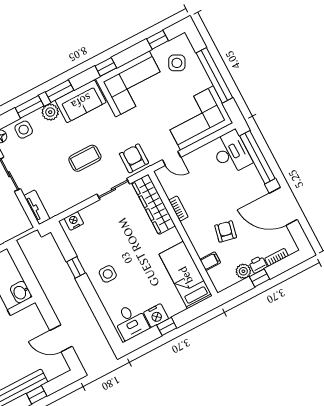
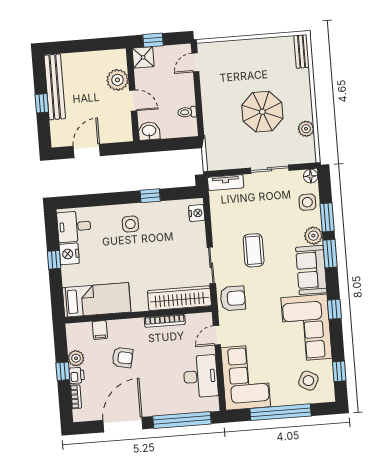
desk: (231, 153) -> (201, 376), moved, turned -90
bookcase: (178, 209) -> (165, 321), width x1.56

